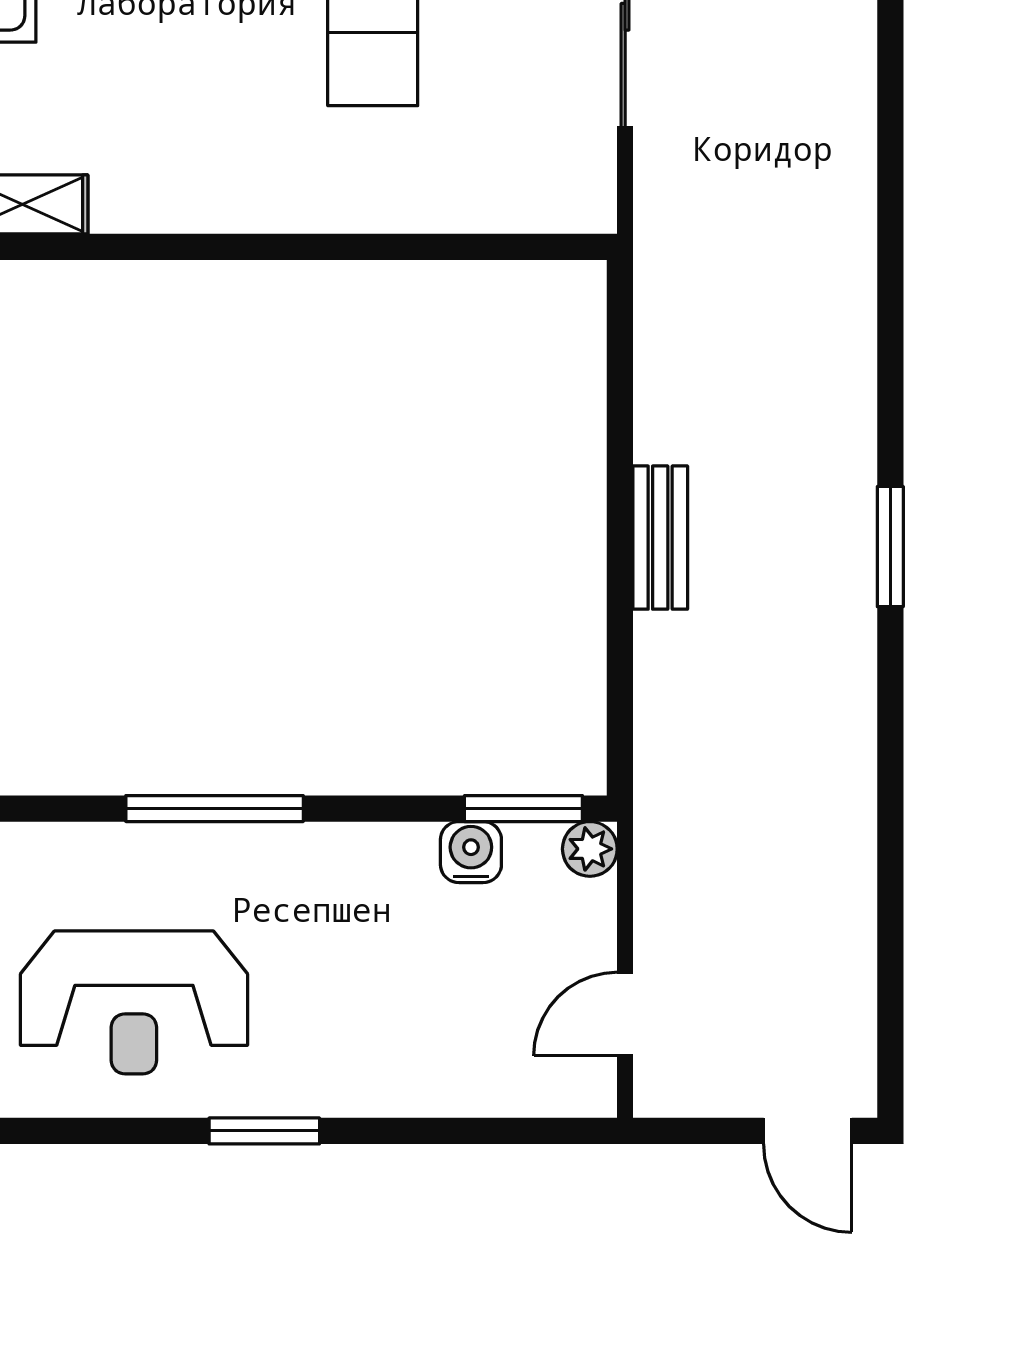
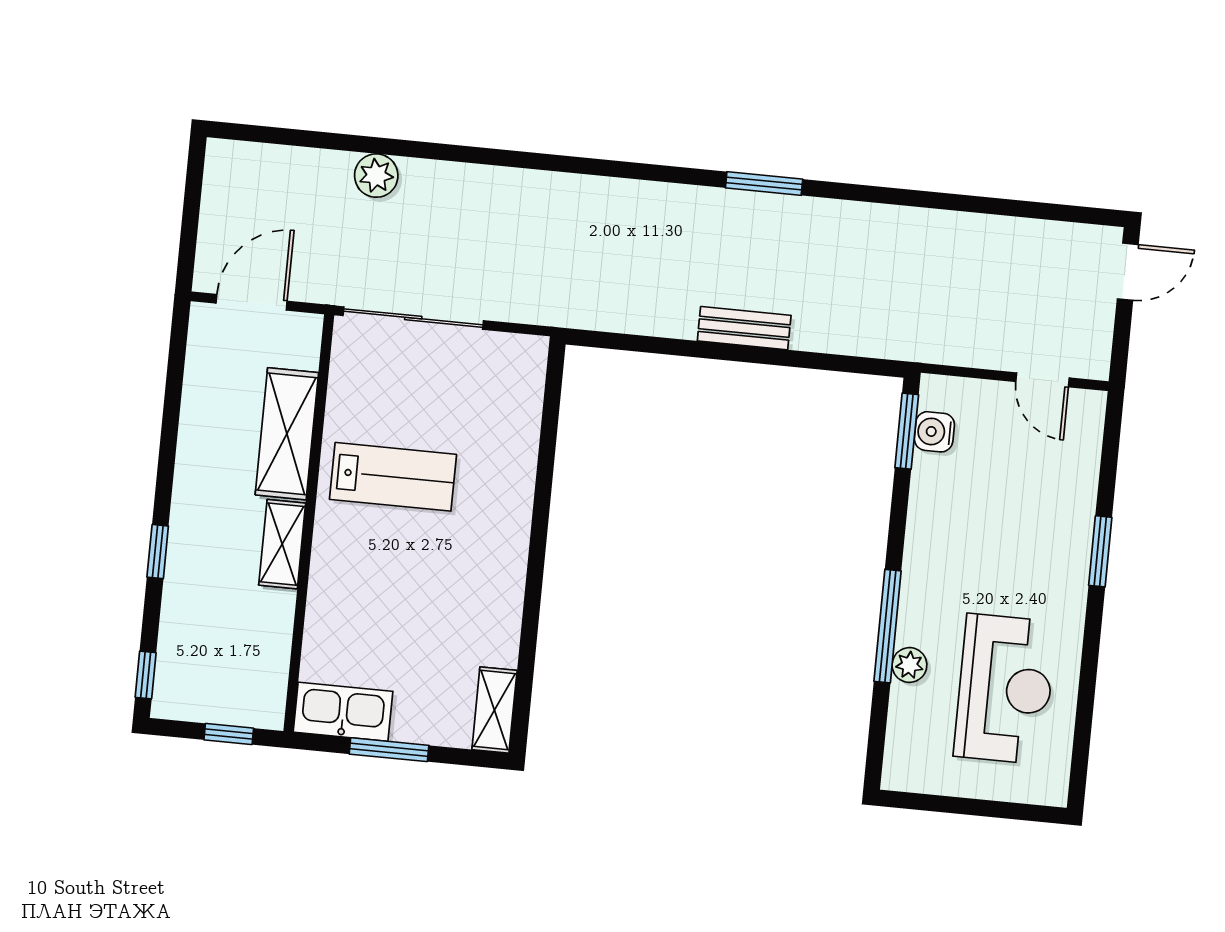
plant: (590, 849) -> (909, 665), moved
water cooler: (471, 852) -> (934, 432), moved
window: (264, 1131) -> (1100, 551), moved

